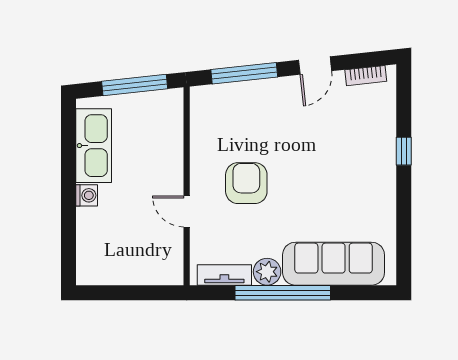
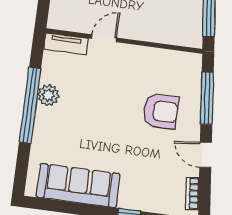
armchair: (246, 183) -> (161, 111), moved
sofa: (334, 264) -> (78, 185), moved, turned -90
tv unit: (224, 275) -> (66, 44), moved, turned 90

